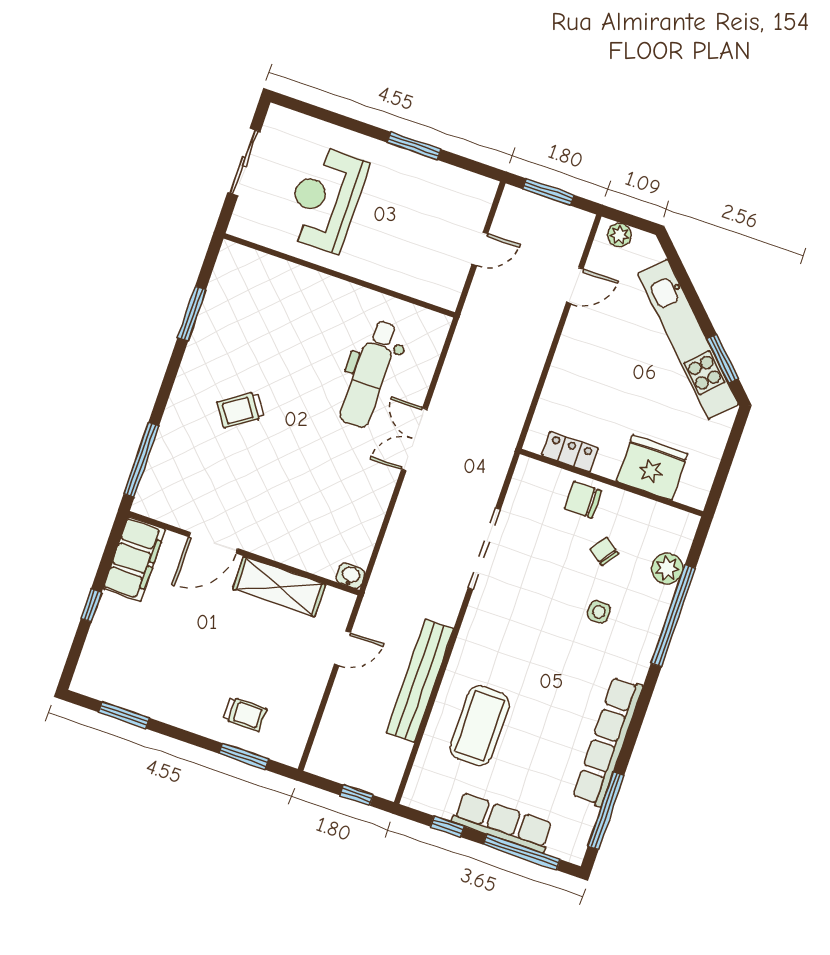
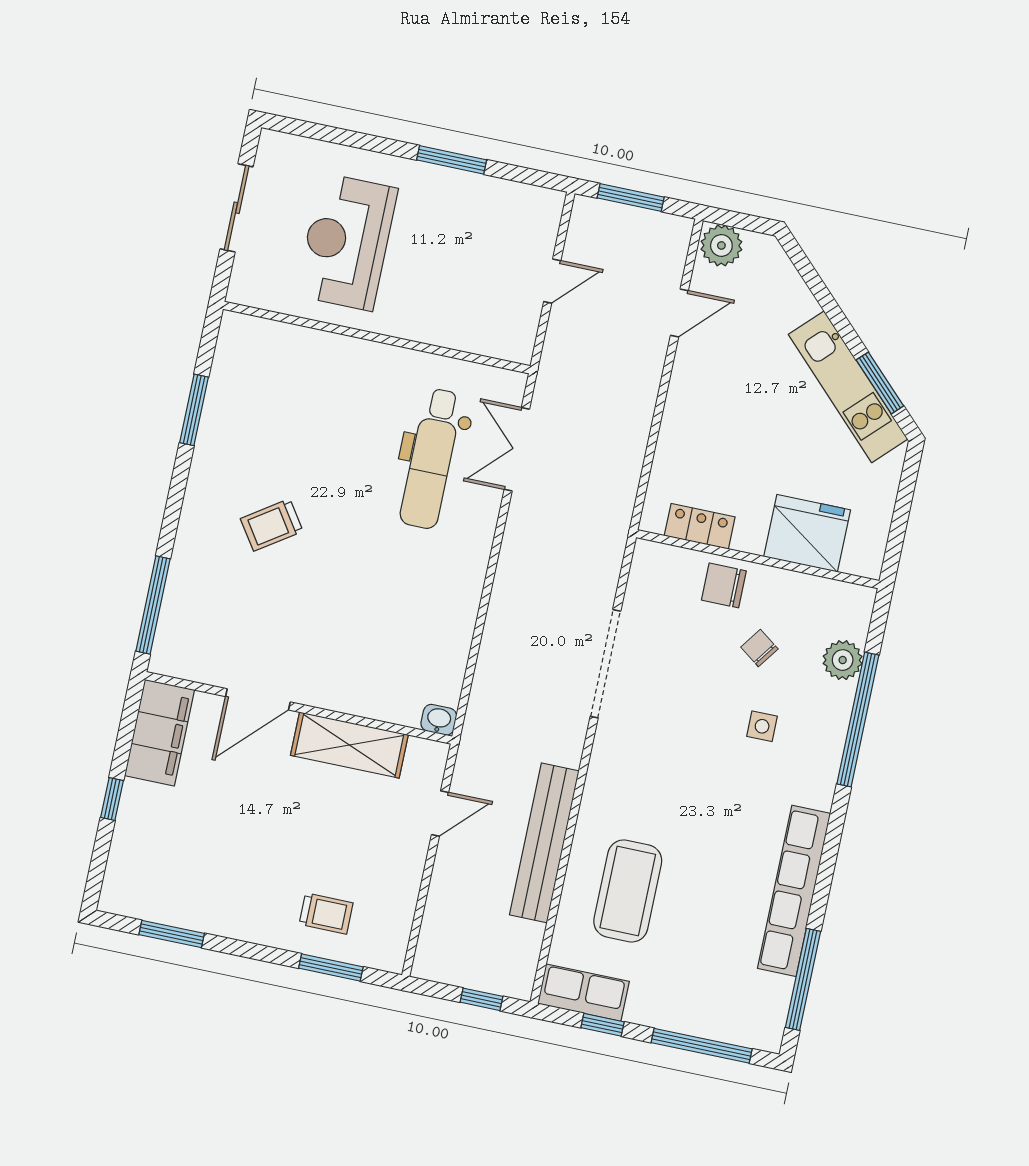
plant: (619, 235) -> (721, 245), width x1.38, depth x1.38
kitchen unit: (688, 339) -> (848, 387), width x0.73
double door: (414, 439) -> (517, 449), moved
row of seats: (502, 823) -> (583, 993), moved, width x0.68

